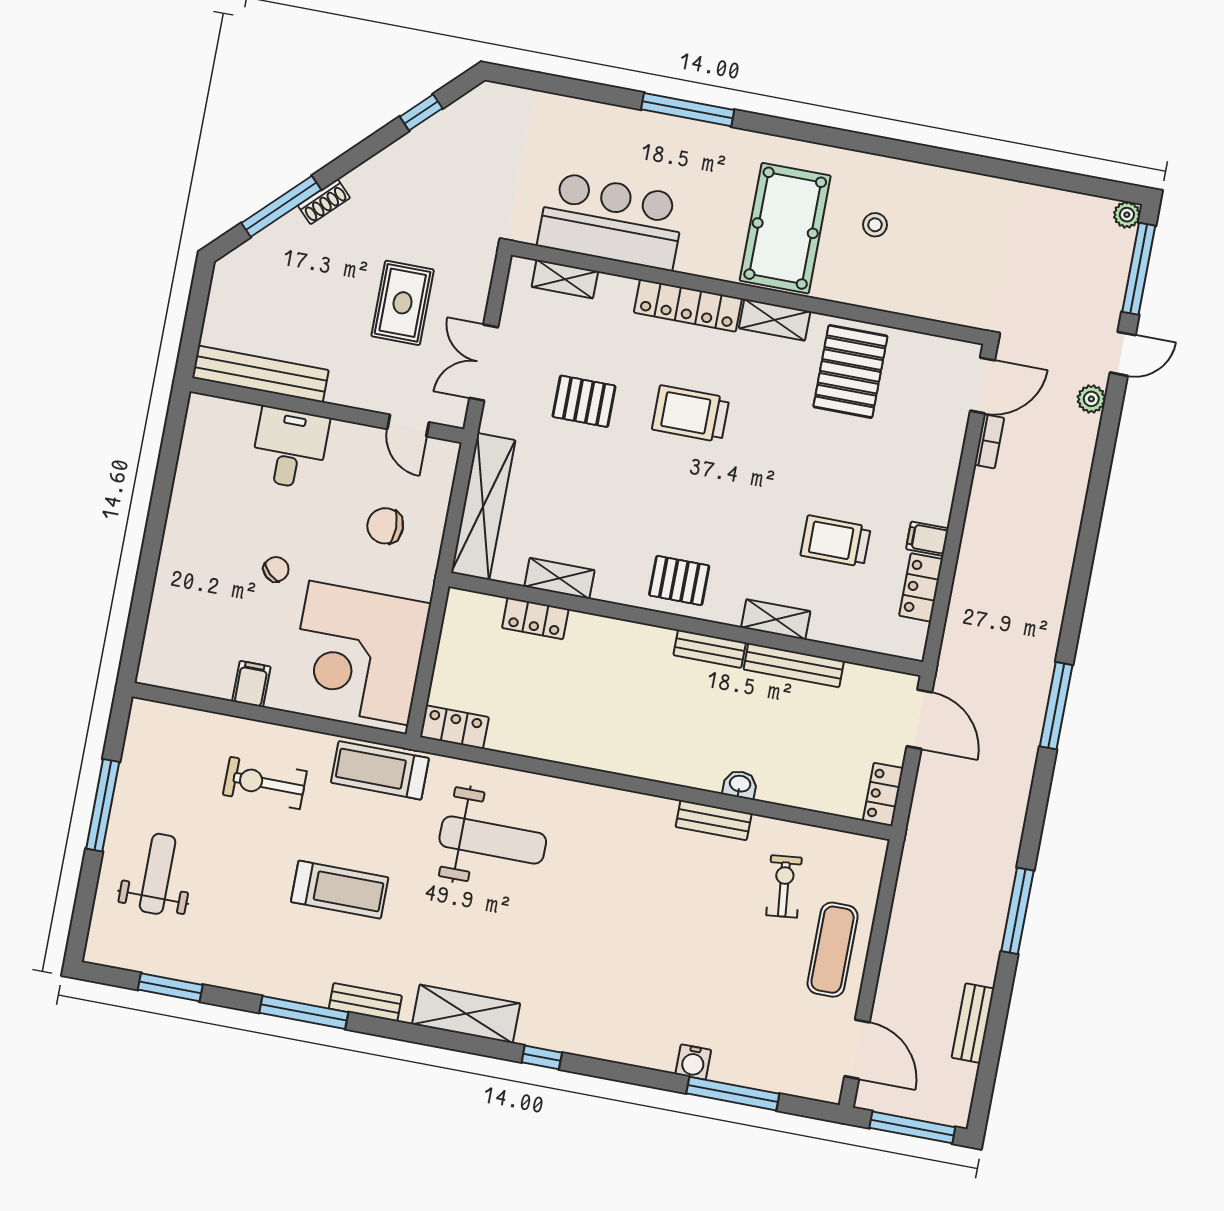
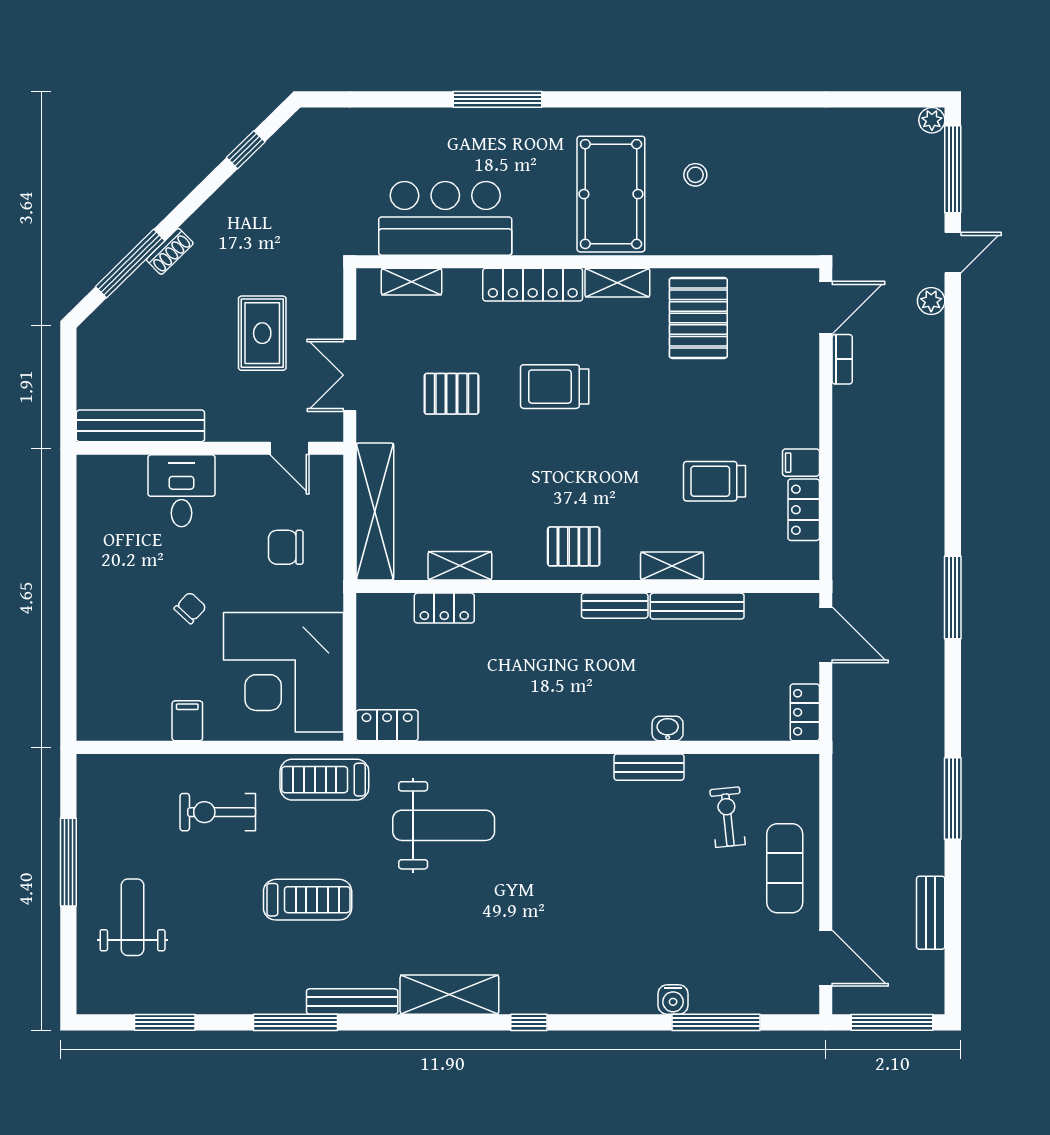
bench: (365, 1002) -> (352, 1001), width x1.36

